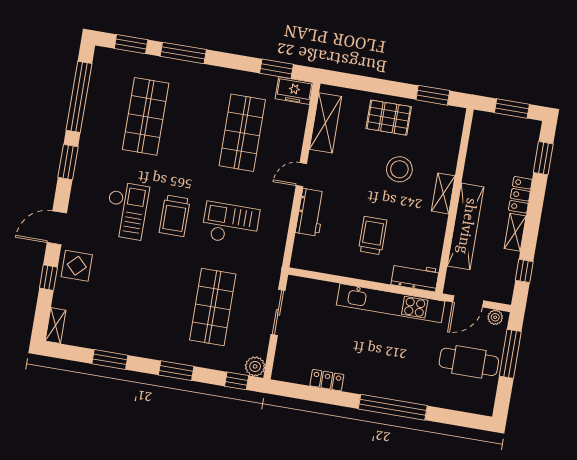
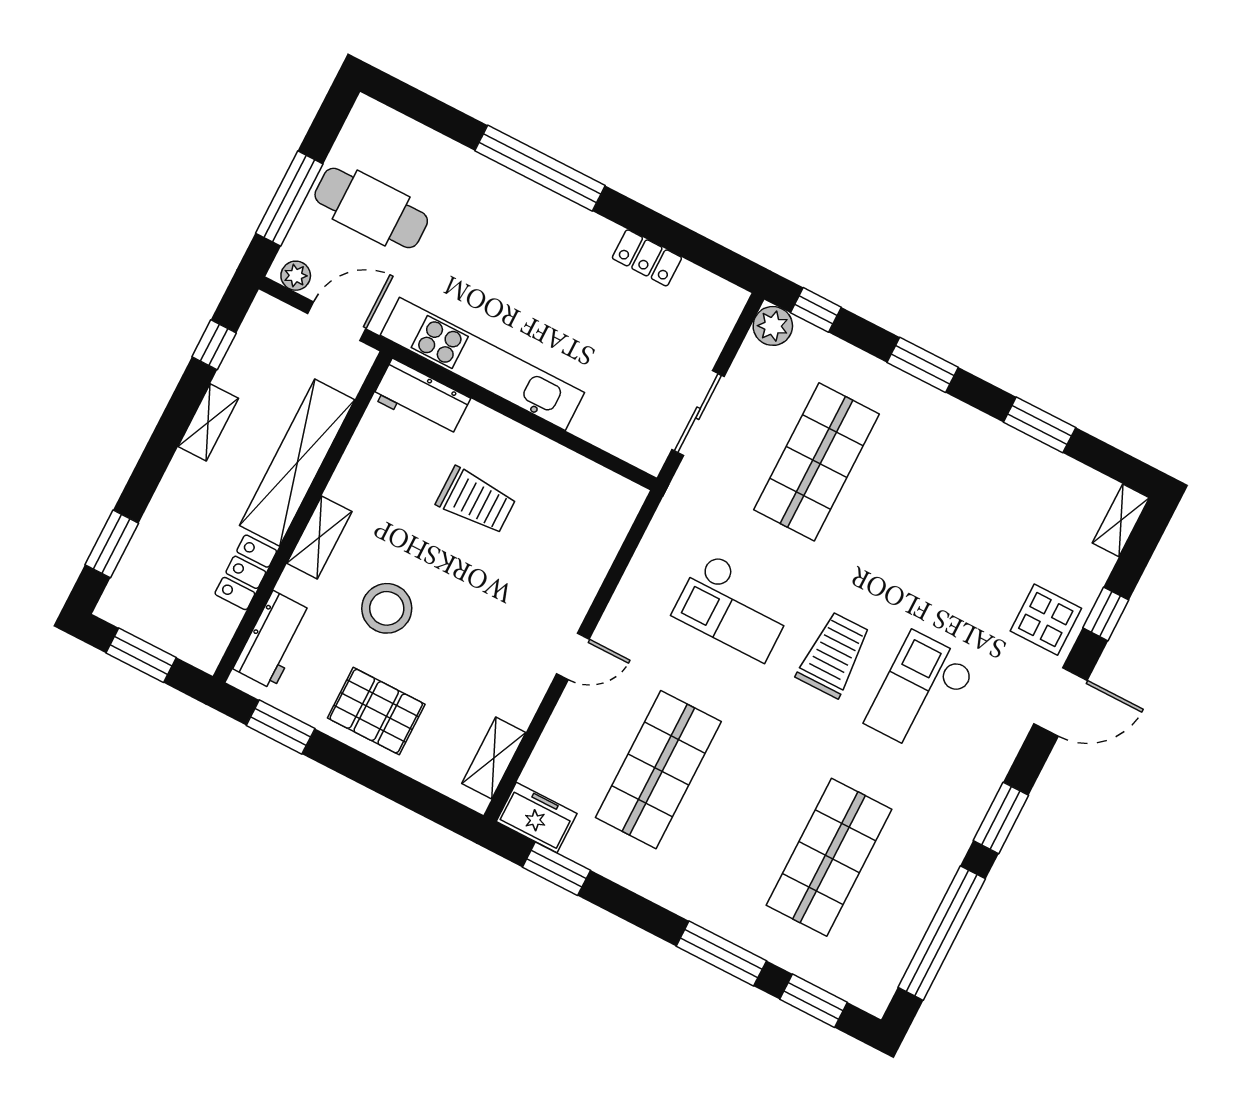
shelving: (325, 123) -> (494, 758), width x0.67, depth x0.75
locker: (520, 195) -> (246, 572), moved, turned 180
workbench: (311, 212) -> (273, 640), moved, turned 180
trolley: (373, 236) -> (476, 501), turned -90

